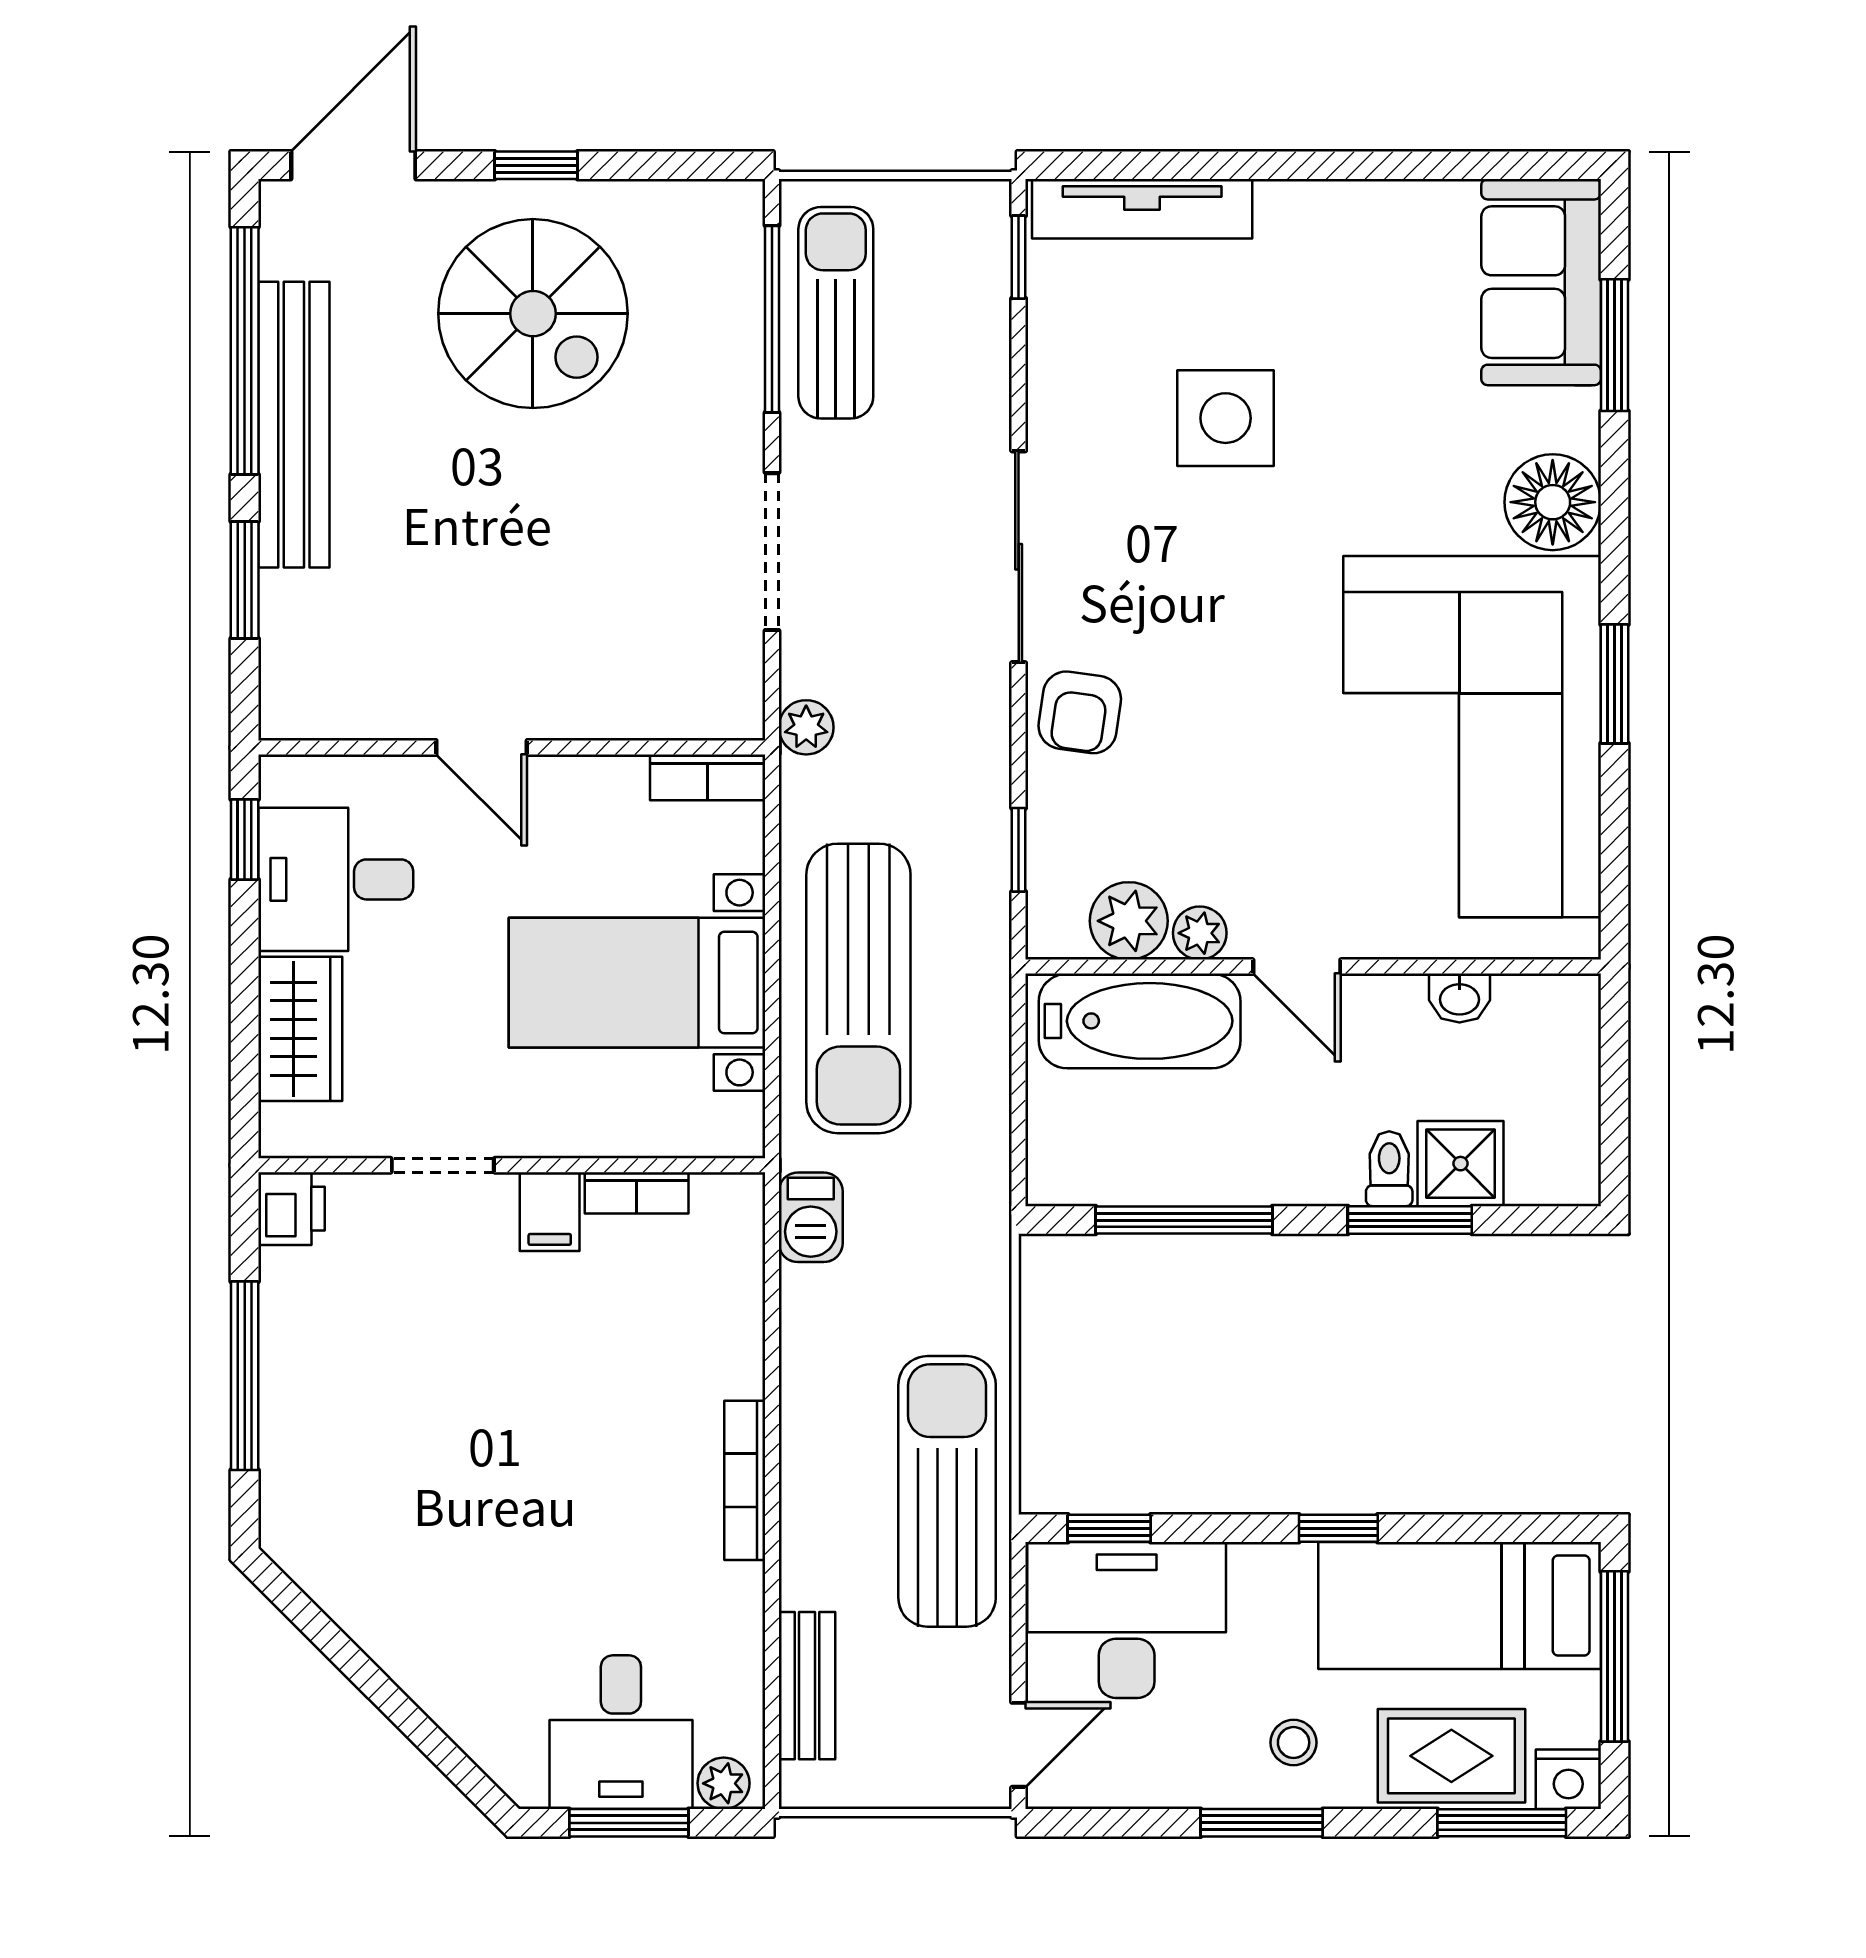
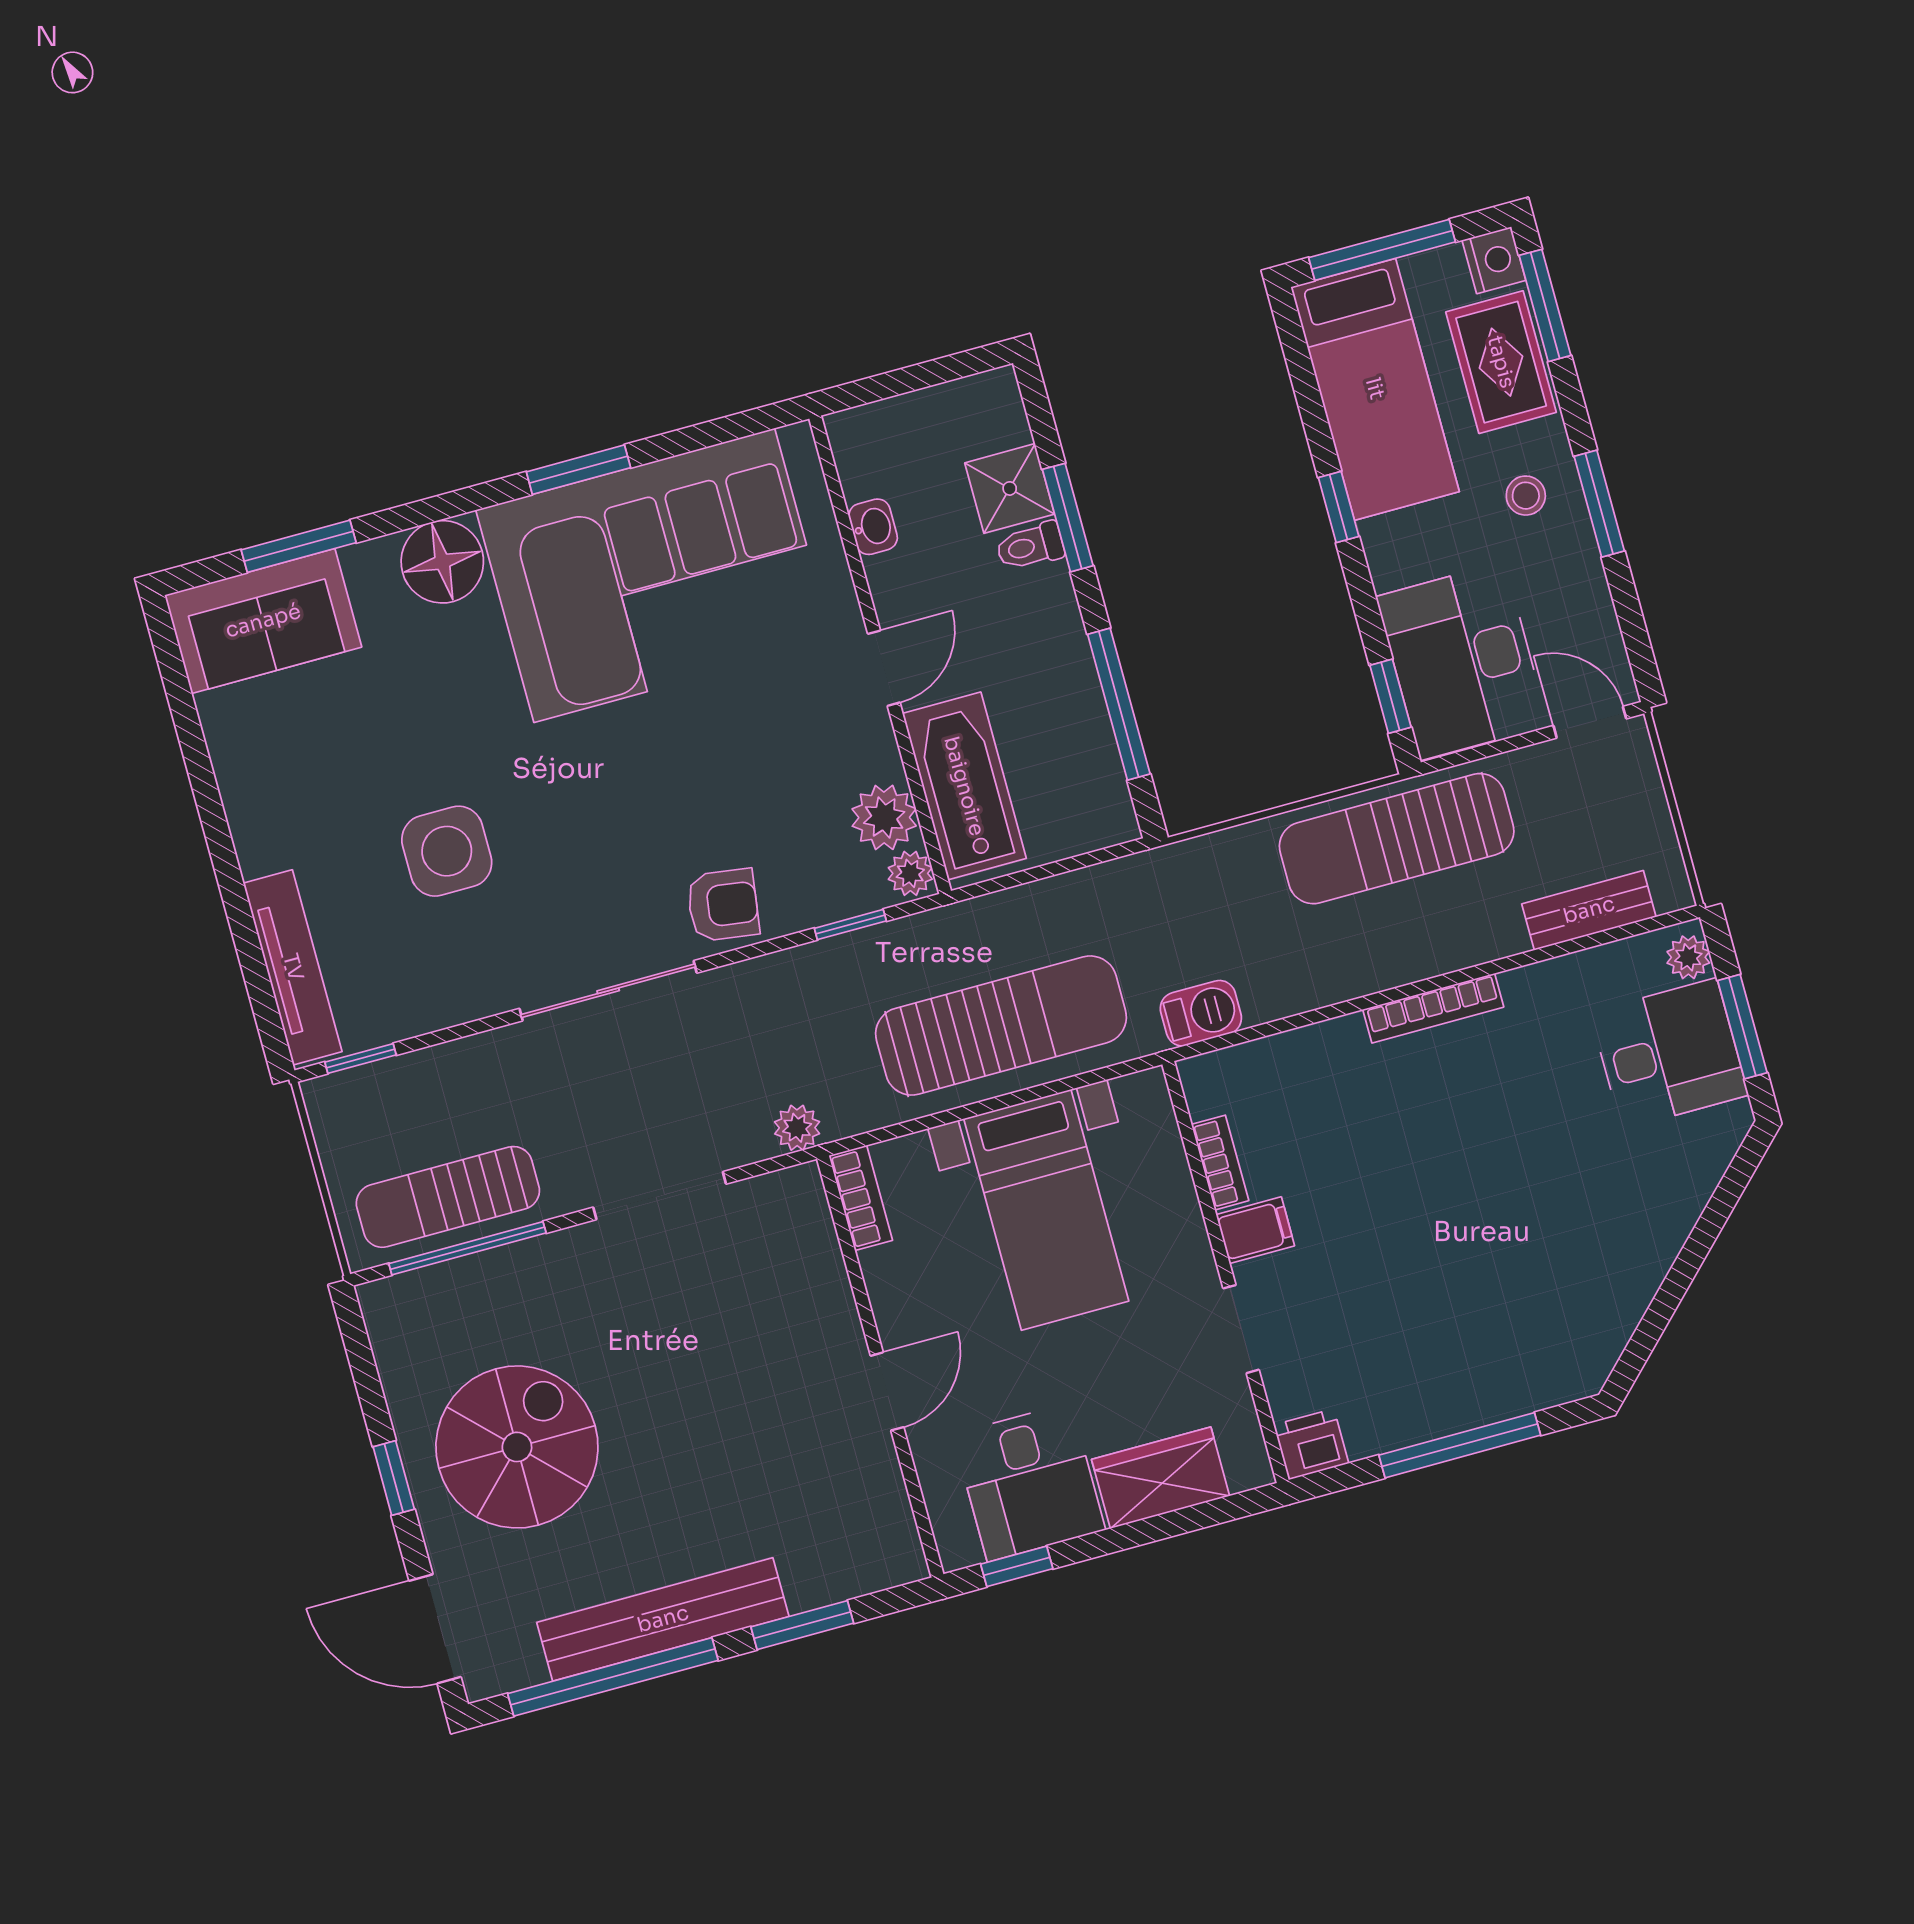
plant: (1200, 933) -> (910, 873), moved

